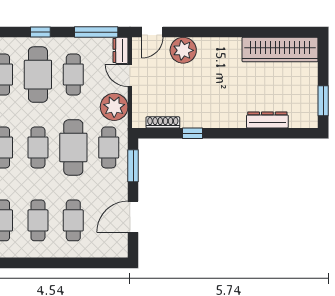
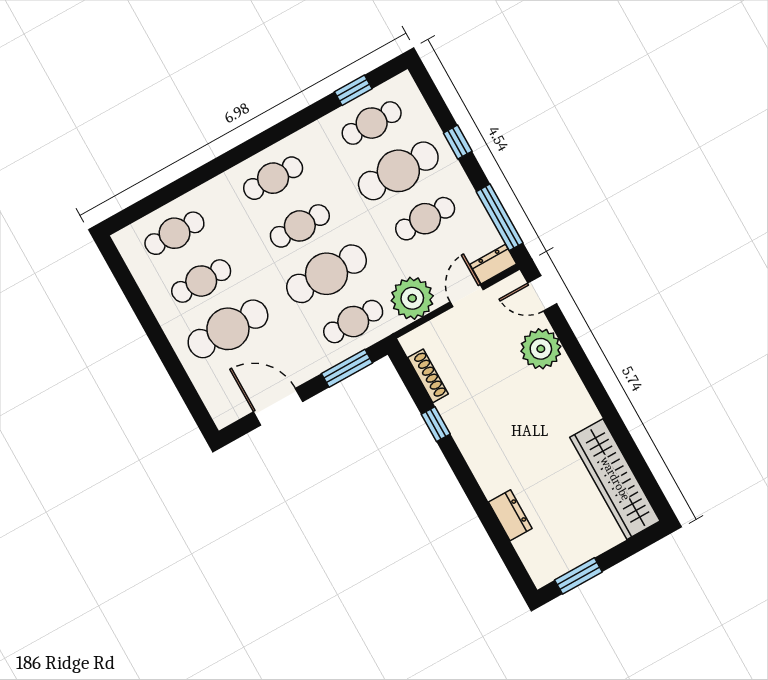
dresser: (267, 120) -> (510, 515), width x0.70
cafe table: (73, 220) -> (228, 329), width x1.37, depth x1.35

